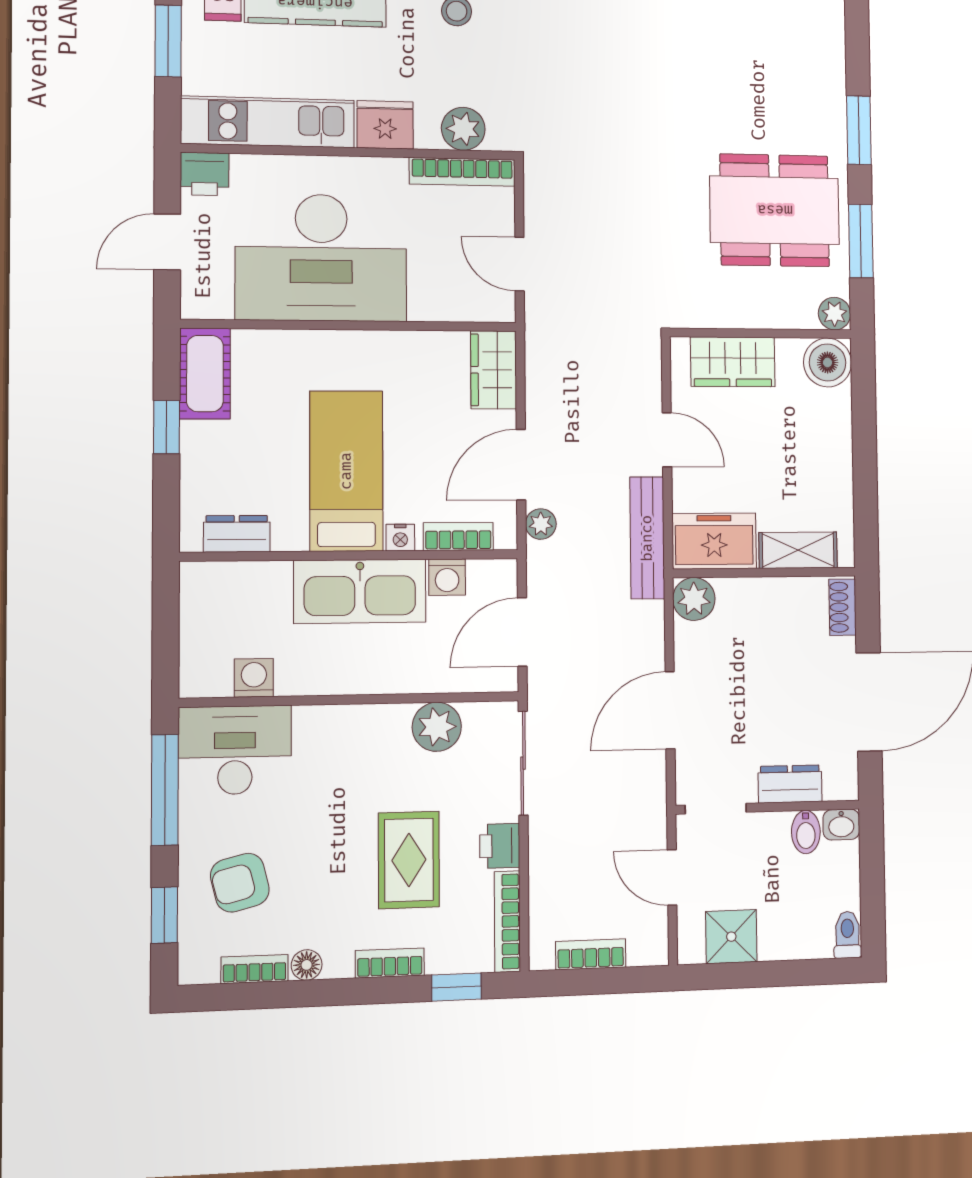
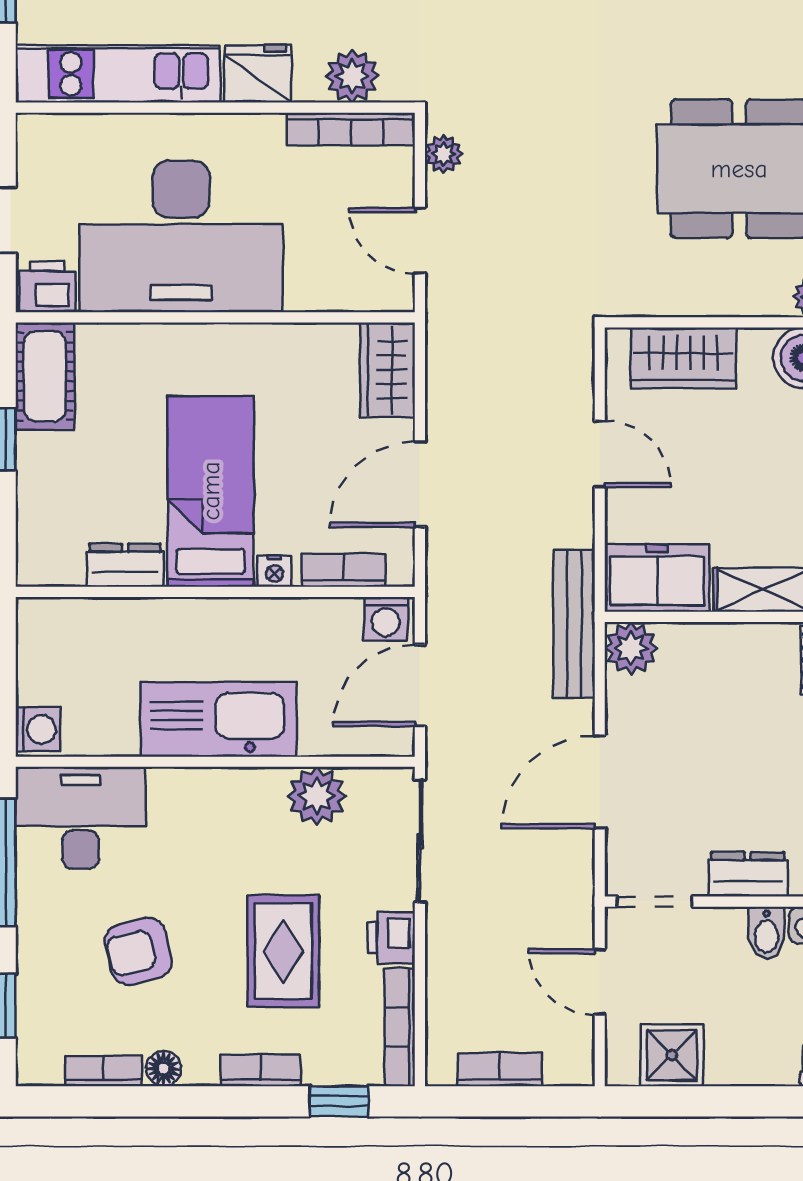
printer: (205, 174) -> (47, 287), moved, turned 180
plant: (541, 524) -> (444, 154), moved
dresser: (237, 534) -> (125, 565), moved
bench: (647, 538) -> (574, 624), moved
washing machine: (447, 577) -> (386, 619), moved
kitchen sink: (360, 591) -> (219, 719), moved, turned 180
washing machine: (254, 678) -> (38, 729), moved, turned 90
armchair: (240, 883) -> (139, 951), moved

